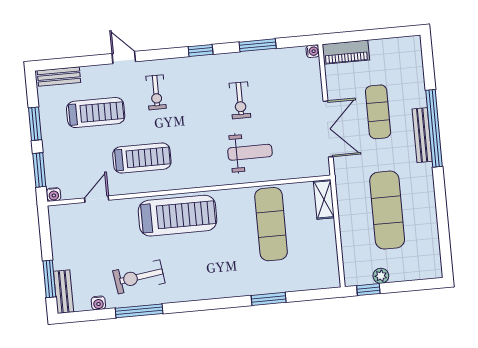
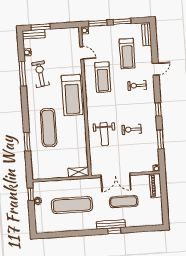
window: (434, 128) -> (114, 231), width x0.32
exercise mat: (271, 224) -> (49, 128), moved, turned 90

